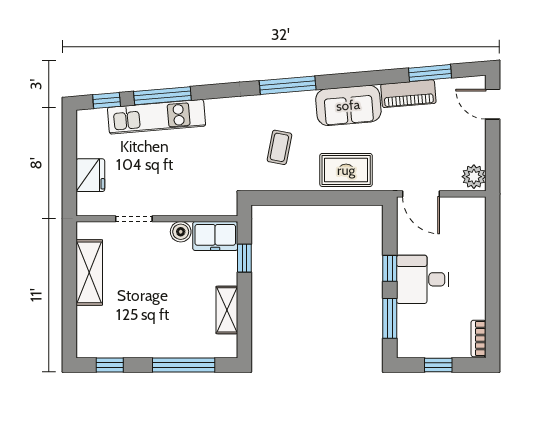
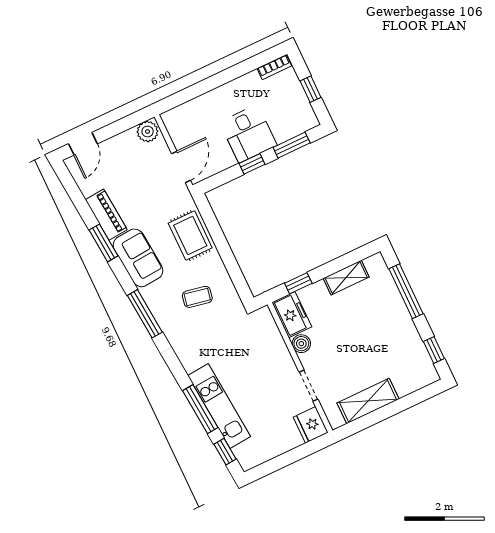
window: (430, 73) -> (104, 243), moved
fridge: (90, 175) -> (311, 425), moved, turned -90

